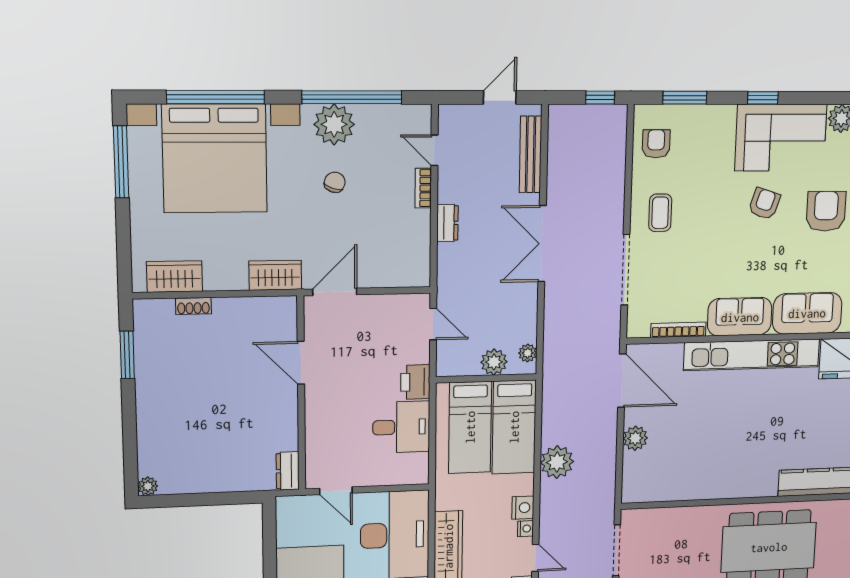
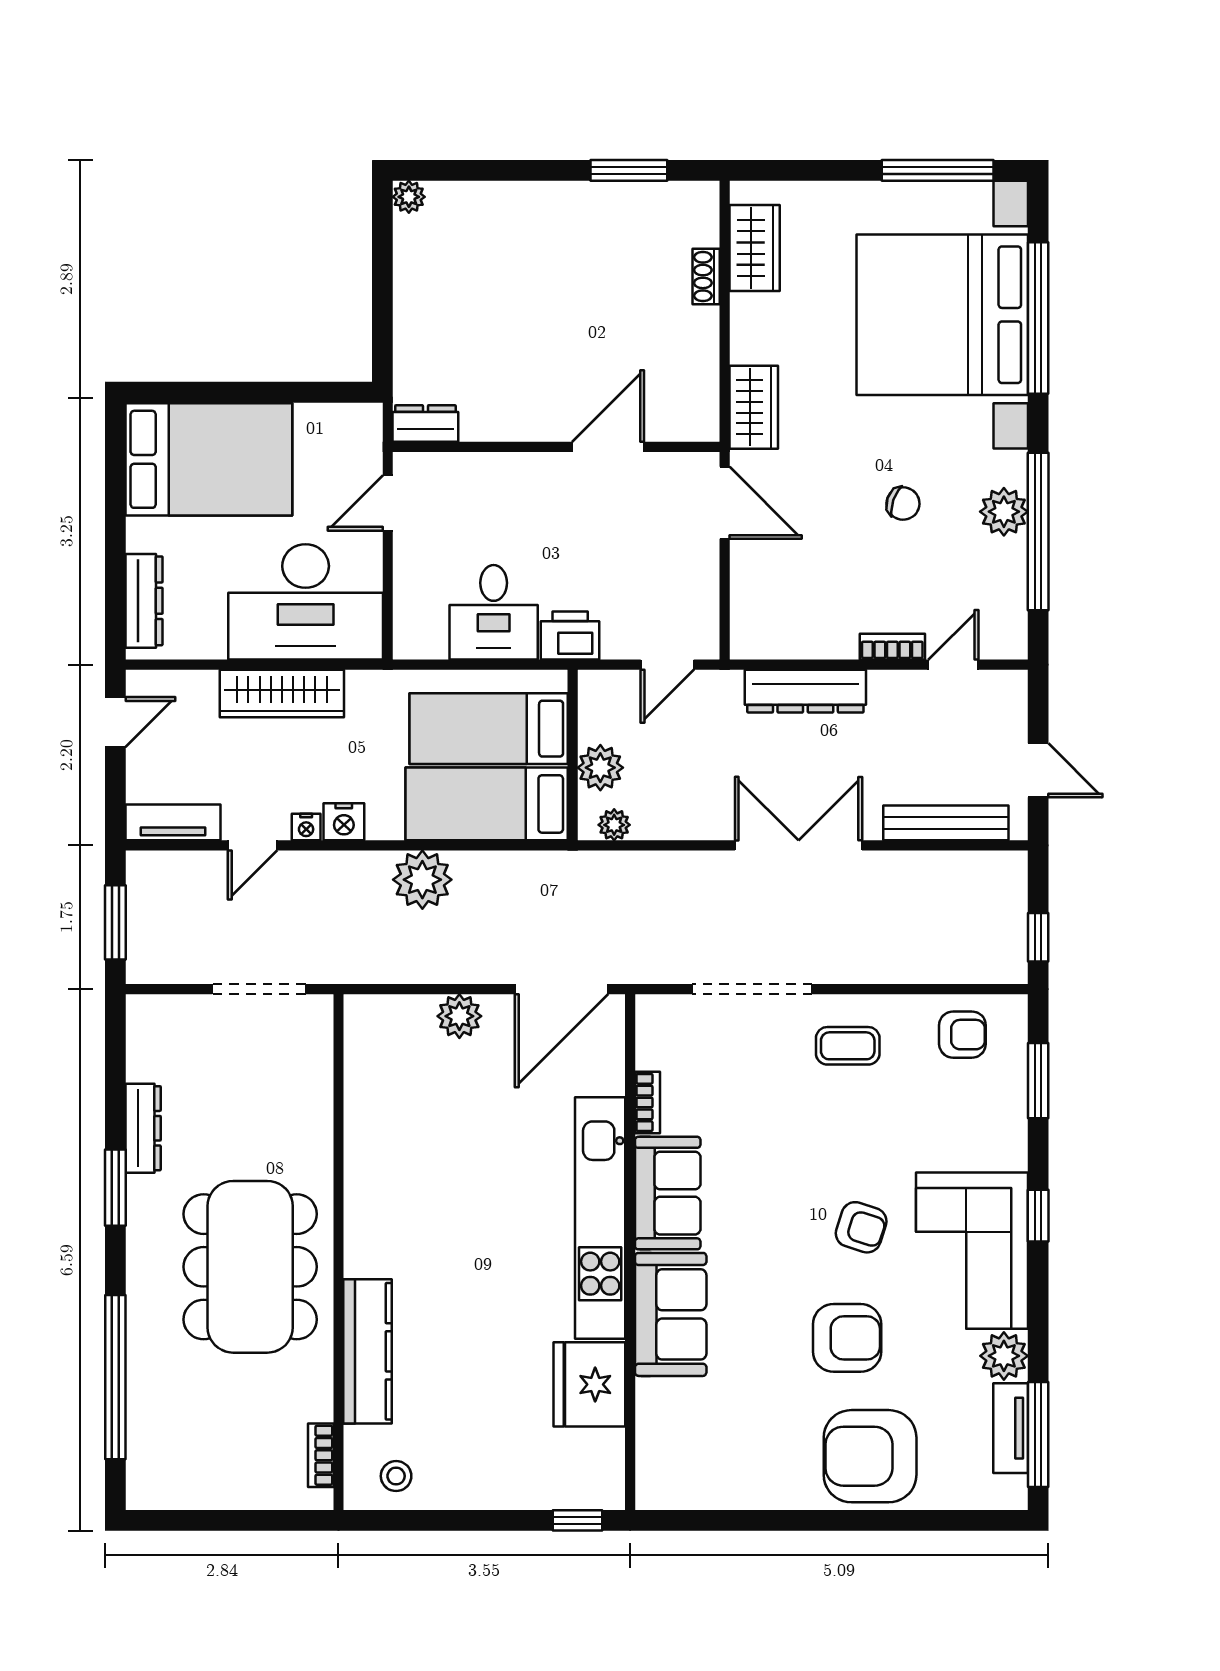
plant: (334, 124) -> (1004, 512), width x0.73, depth x0.73
dresser: (447, 223) -> (805, 691), width x1.96, depth x1.24
bookcase: (678, 330) -> (647, 1102), width x0.64

